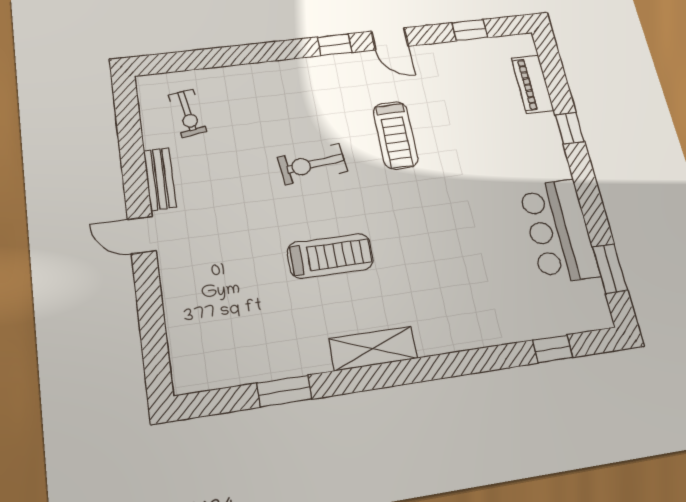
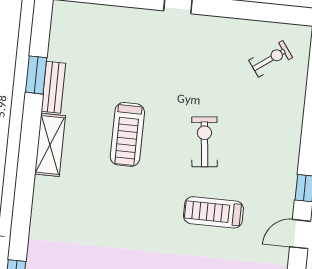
exercise bike: (188, 113) -> (271, 59), turned 153
bench: (160, 179) -> (53, 87), moved, turned 90

